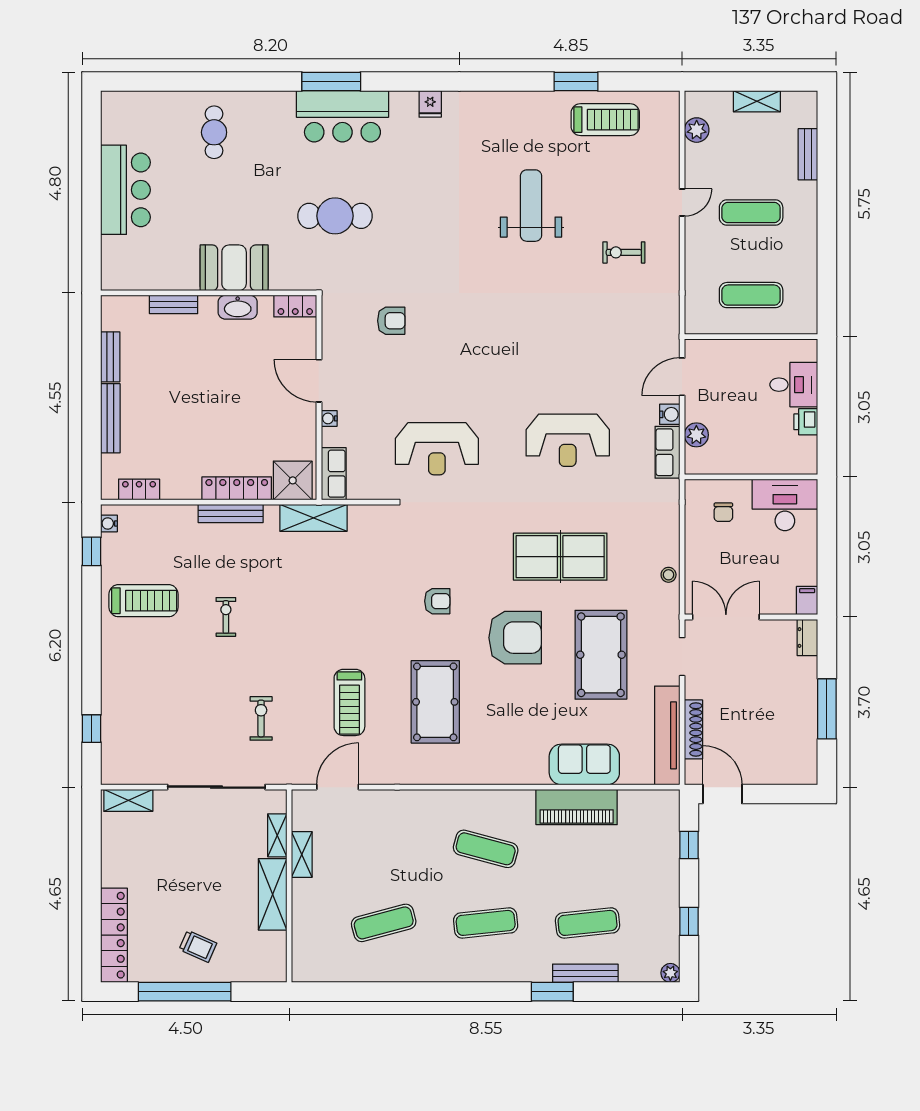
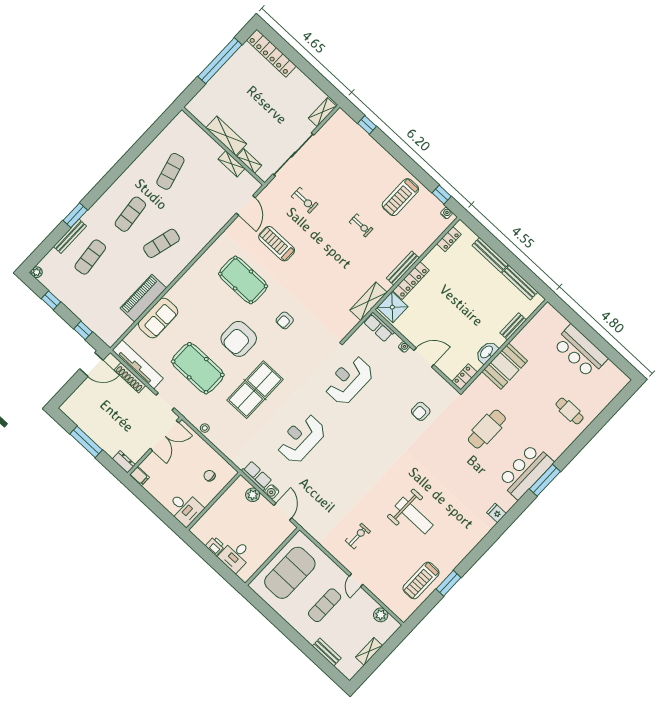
exercise mat: (751, 295) -> (290, 573), width x2.00, depth x1.45
bench: (110, 357) -> (520, 283), width x1.36
desk: (785, 505) -> (185, 508), width x0.73
trolley: (198, 946) -> (234, 84), removed

